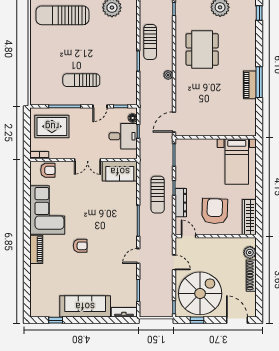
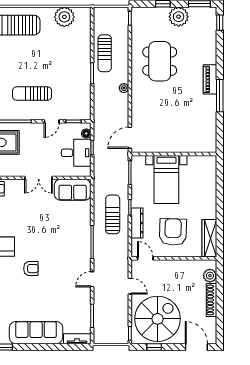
piano: (250, 85) -> (210, 79), moved
bed with nightstands: (237, 161) -> (166, 179), moved
sun lounger: (158, 195) -> (113, 214), turned 180

